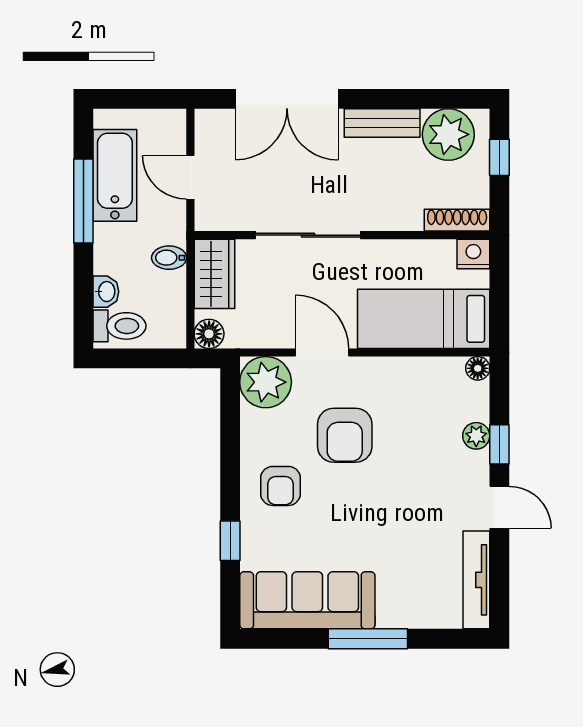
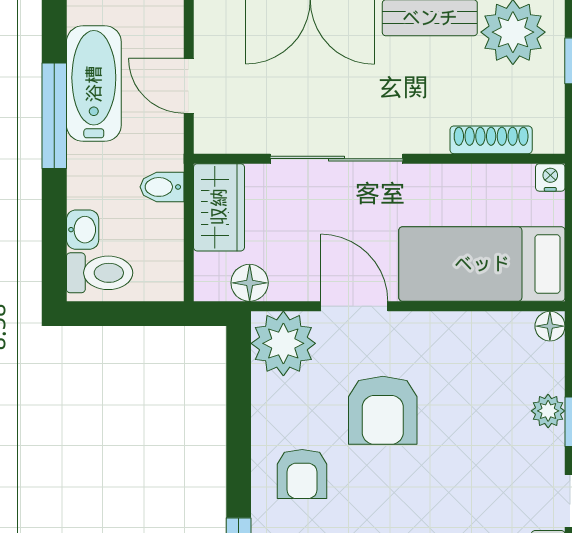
shoe rack: (457, 220) -> (491, 140), moved
nightstand: (473, 254) -> (550, 177), width x0.72, depth x0.74
floor lamp: (209, 334) -> (250, 283), moved

